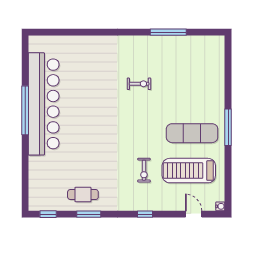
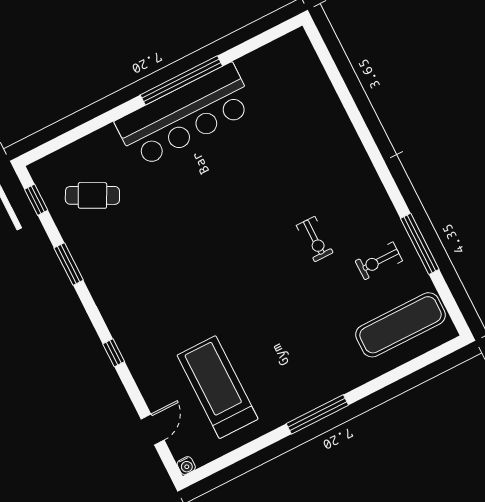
bar counter: (44, 104) -> (185, 115), width x0.73
exercise mat: (192, 133) -> (400, 325), moved, turned 90
exercise bike: (144, 170) -> (379, 261), moved
cafe table: (83, 195) -> (92, 195), moved, turned -63

